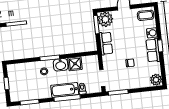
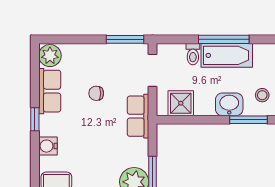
row of seats: (106, 43) -> (138, 116), moved
row of seats: (153, 50) -> (50, 91), moved
shower: (75, 64) -> (181, 103), moved

